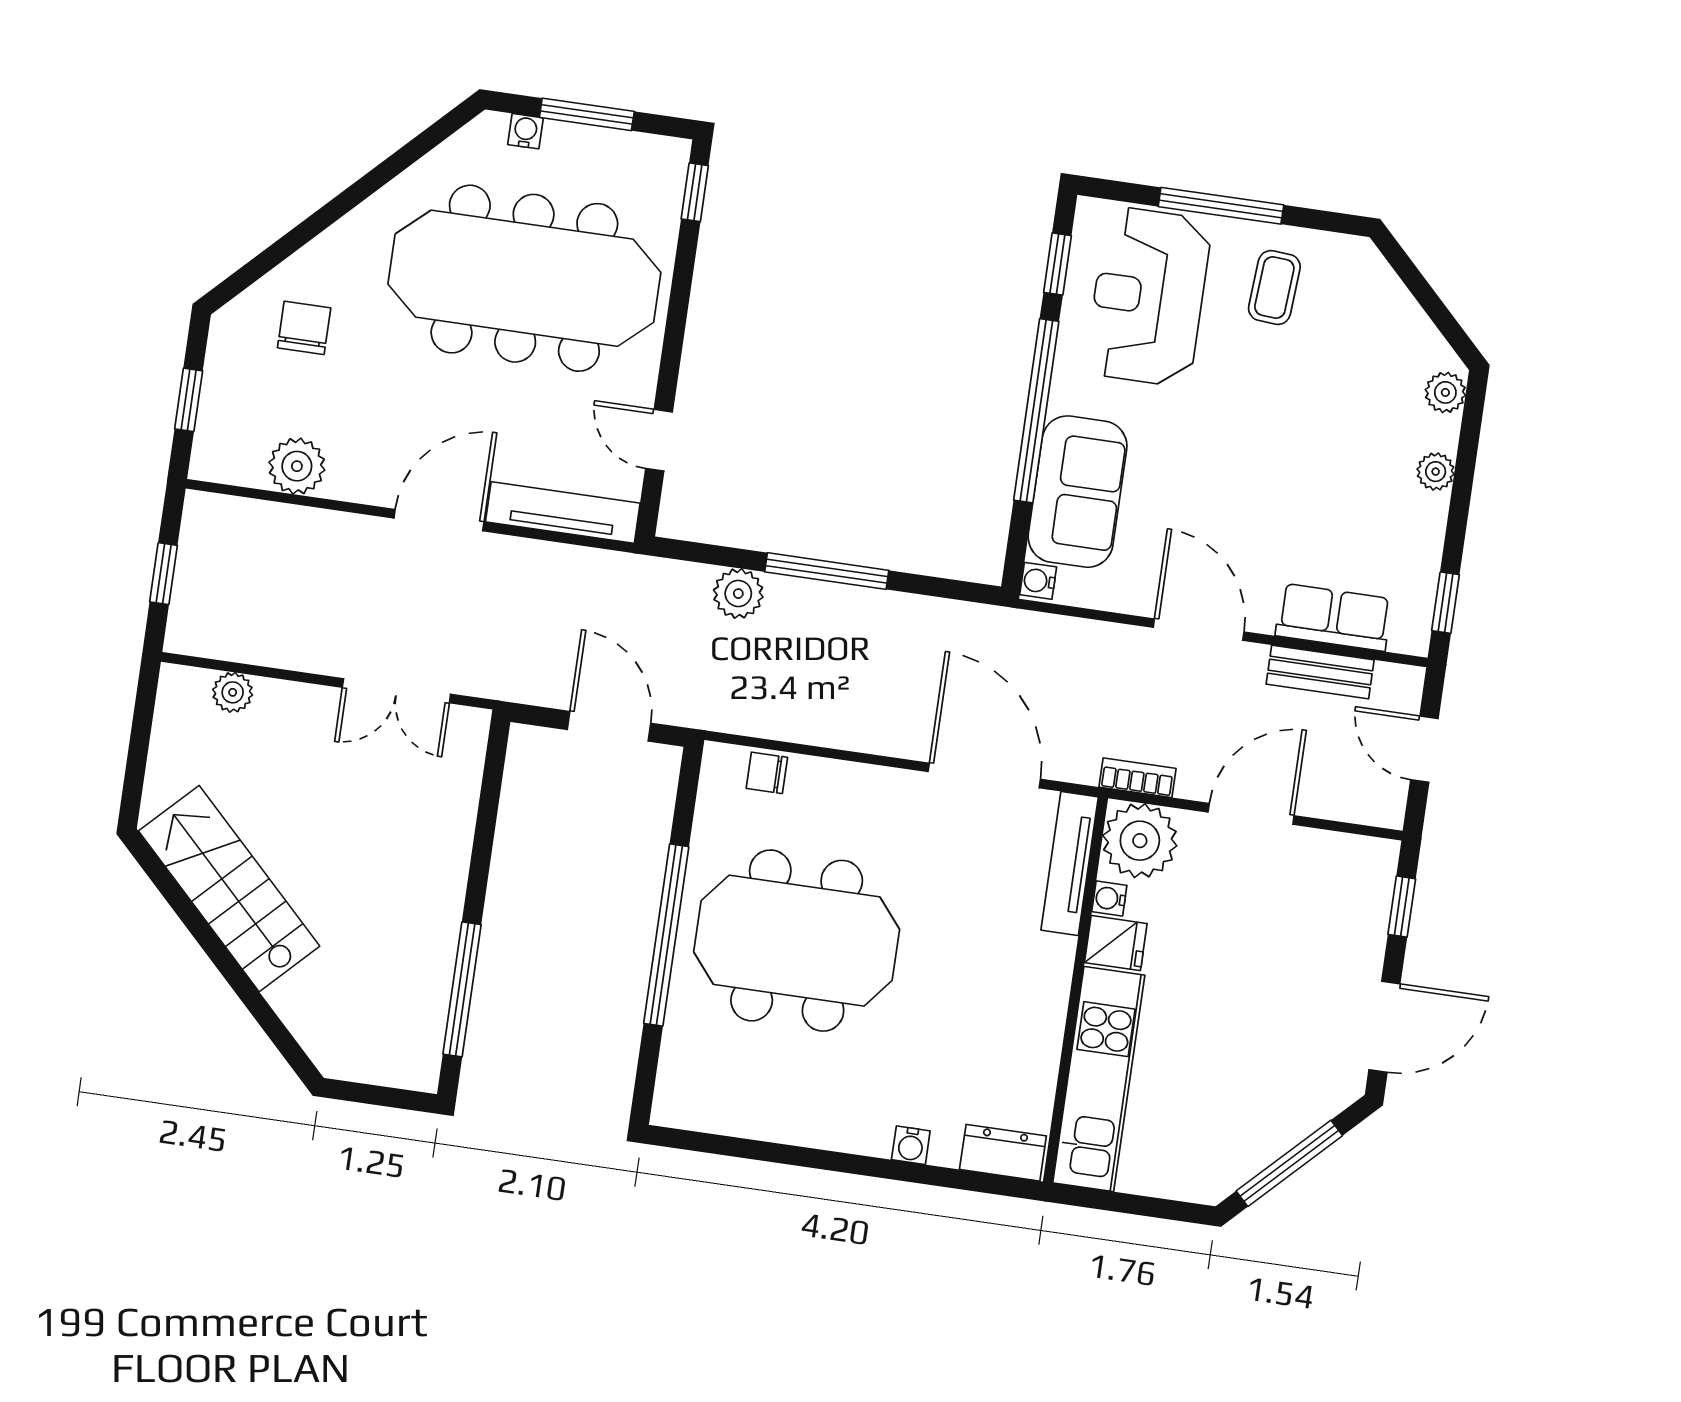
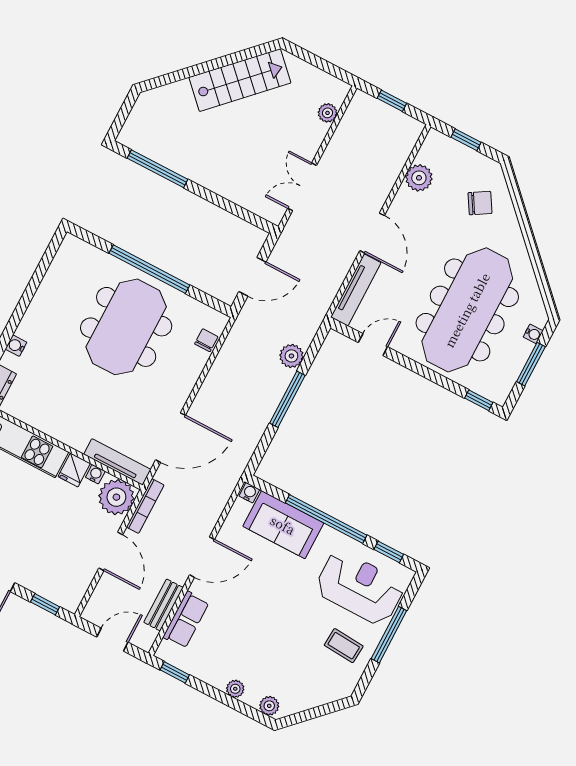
chair: (304, 328) -> (480, 203), turned -31
bookcase: (1137, 778) -> (145, 506), width x1.56

